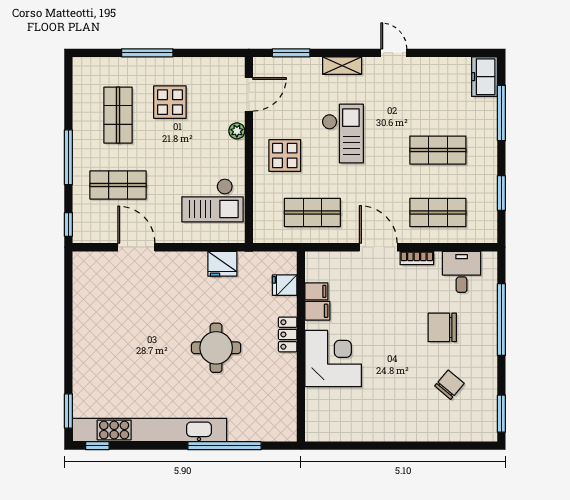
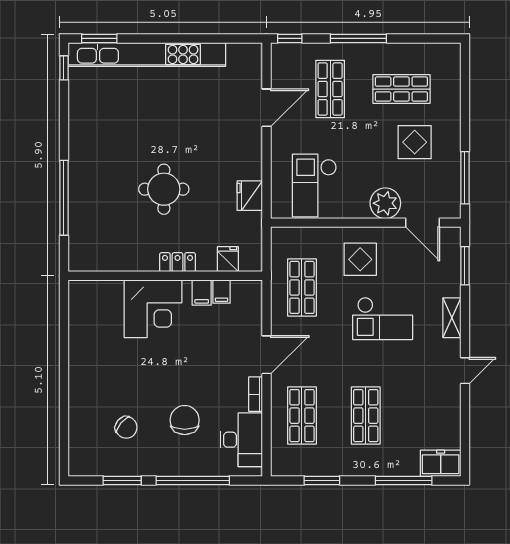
window: (147, 53) -> (465, 178), moved
plant: (237, 131) -> (385, 203), width x1.88, depth x1.88
desk: (462, 272) -> (241, 440), width x1.37
window: (501, 414) -> (122, 480), moved
kitchen unit: (150, 430) -> (147, 54), moved, turned 90

